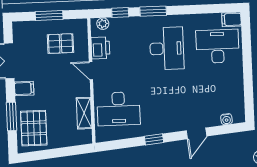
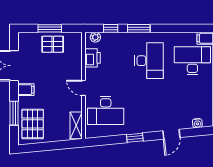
pallet: (60, 44) -> (53, 44), moved
door: (91, 71) -> (83, 88), moved
shelving: (84, 113) -> (76, 125), moved

